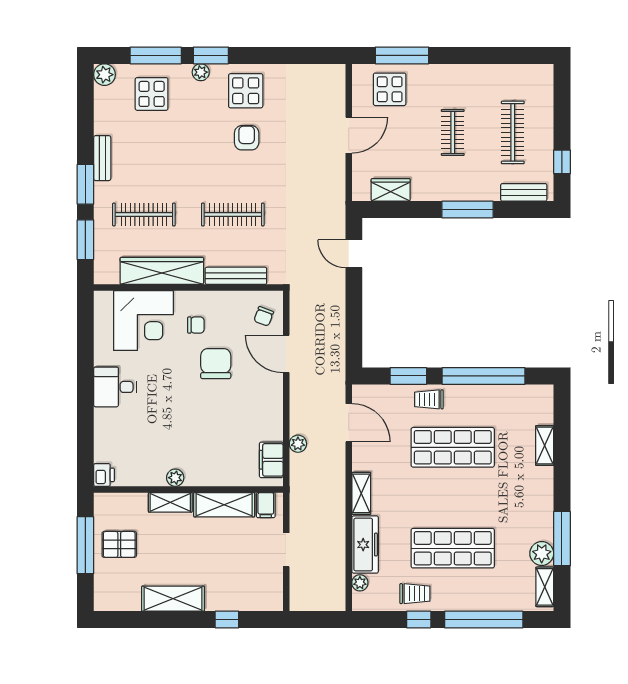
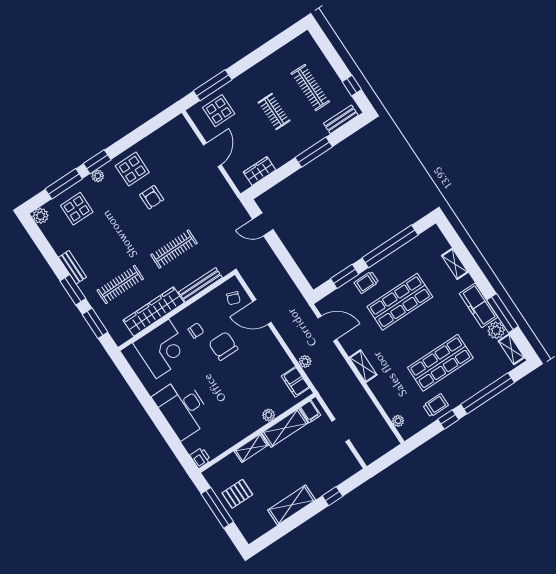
armchair: (247, 138) -> (152, 197), turned 180
desk: (115, 387) -> (183, 408), width x1.87, depth x1.30
plant: (175, 478) -> (269, 415), moved
freezer: (365, 545) -> (479, 305), moved, turned 180

